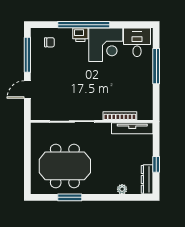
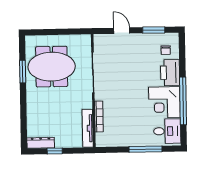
window: (84, 25) -> (183, 101), moved
printer: (80, 35) -> (170, 73), width x1.87, depth x1.48
window: (27, 55) -> (154, 30), width x0.69
meeting table: (65, 166) -> (52, 67), turned 90
plant: (122, 189) -> (31, 120), removed

